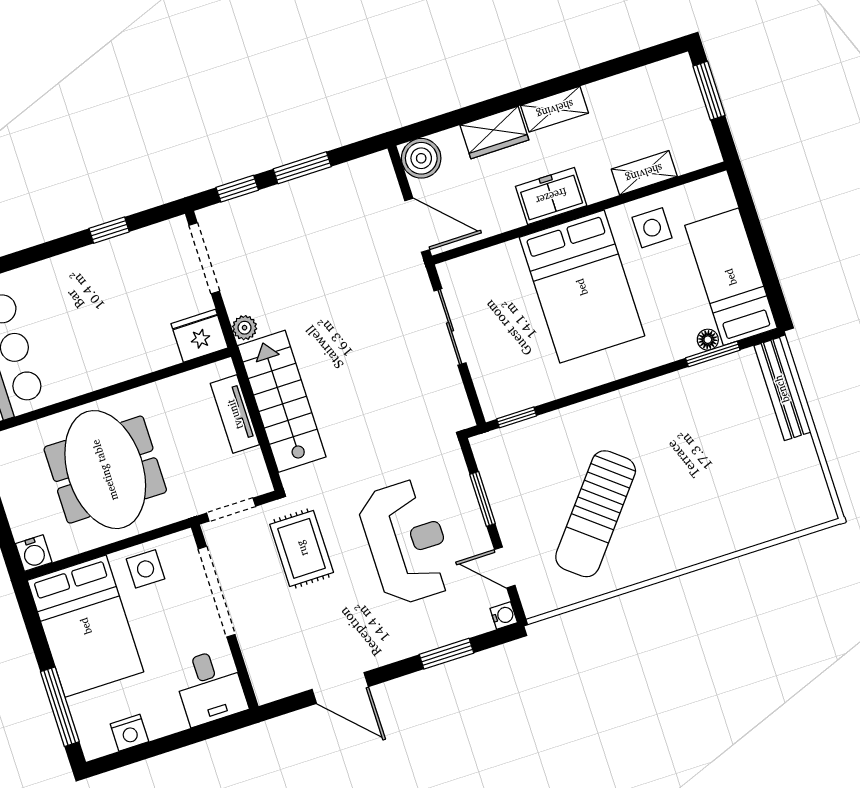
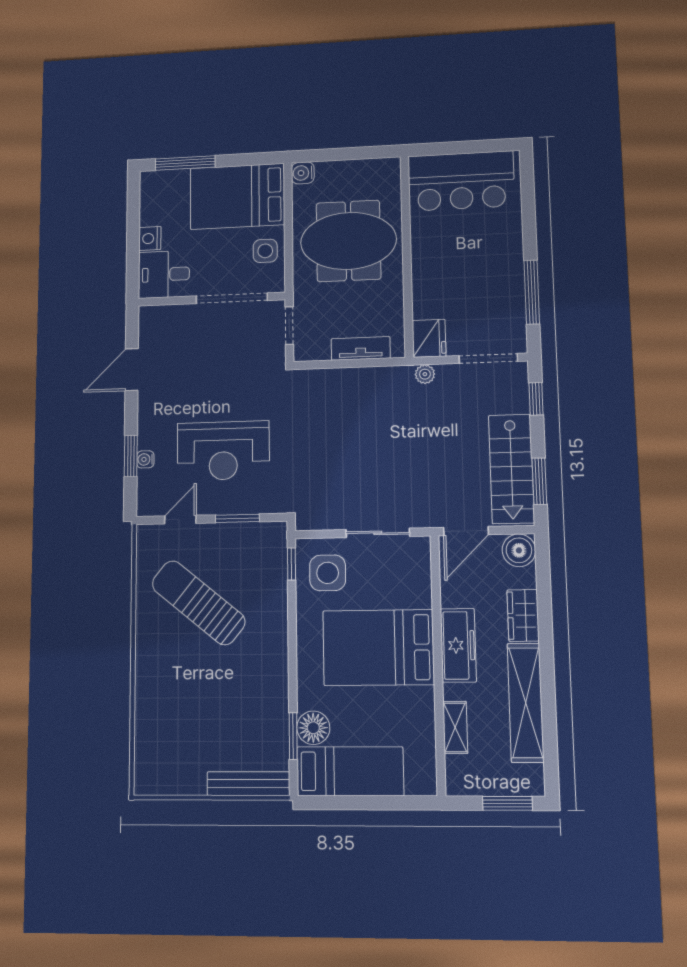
shelving: (555, 109) -> (525, 703), width x2.20, depth x1.33
window: (302, 168) -> (539, 481), moved
freezer: (551, 196) -> (458, 645), width x1.40
side table: (652, 228) -> (328, 573), moved, width x1.37, depth x1.37
window: (109, 230) -> (532, 292), width x2.17
floor lamp: (708, 340) -> (313, 728), width x1.89, depth x1.89
stairs: (282, 401) -> (511, 469), moved, turned 90
rug: (302, 548) -> (244, 370), removed
water cooler: (504, 615) -> (145, 459), moved, turned 90
nightstand: (129, 733) -> (150, 238), moved

